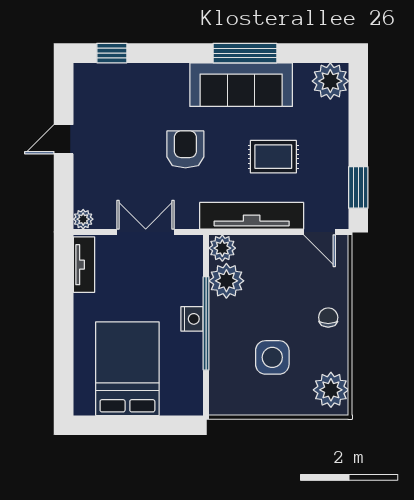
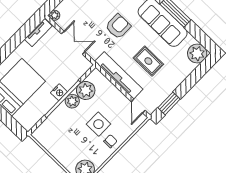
plant: (222, 248) -> (72, 101), moved
side table: (272, 357) -> (98, 124), moved

